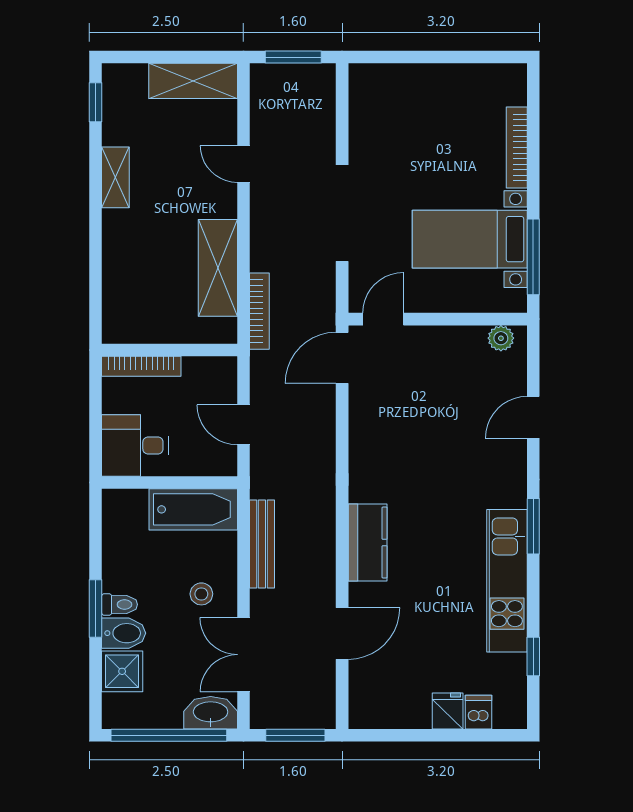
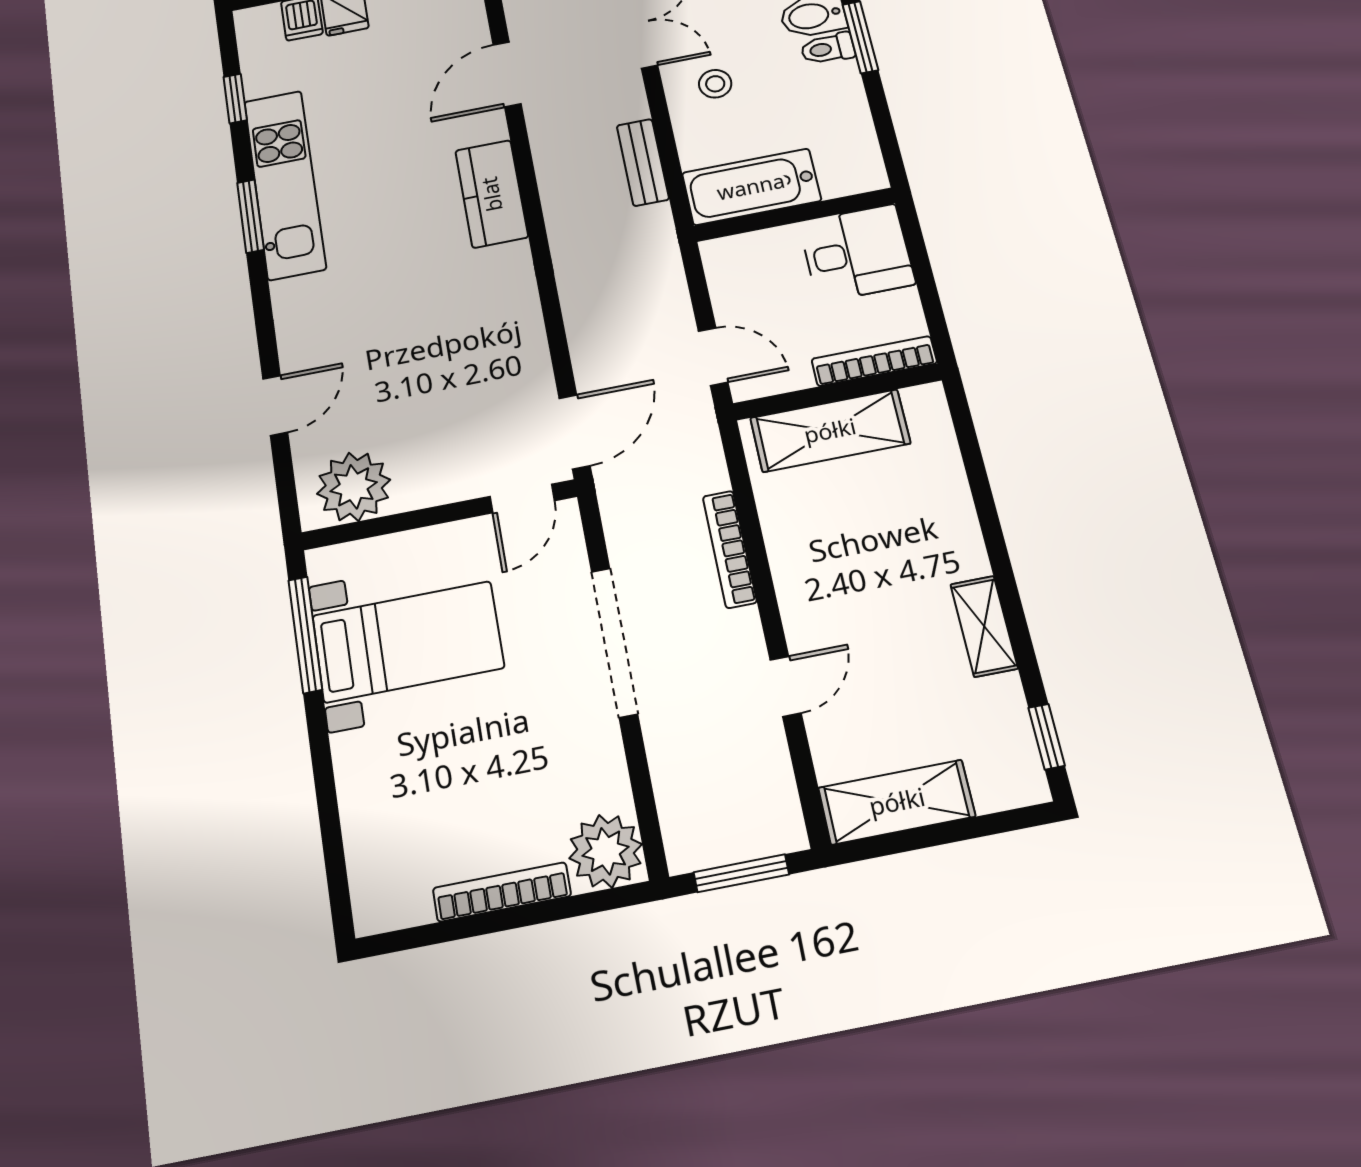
plant: (371, 86) -> (606, 851), added
bookcase: (517, 148) -> (502, 892), moved, turned -90
door: (243, 164) -> (786, 686), hinge flipped
shelving: (218, 268) -> (830, 431), moved, turned 90
bookcase: (259, 311) -> (730, 549), moved
plant: (501, 338) -> (354, 487), width x1.87, depth x1.87
door: (243, 425) -> (713, 357), moved
window: (533, 526) -> (251, 216), moved
bench: (262, 544) -> (643, 162), width x0.73

